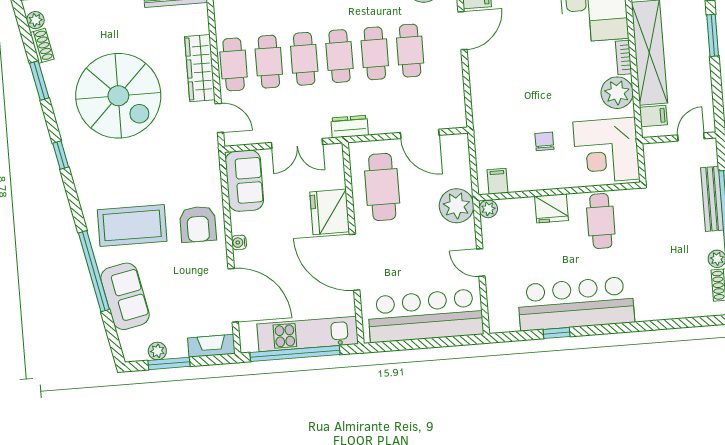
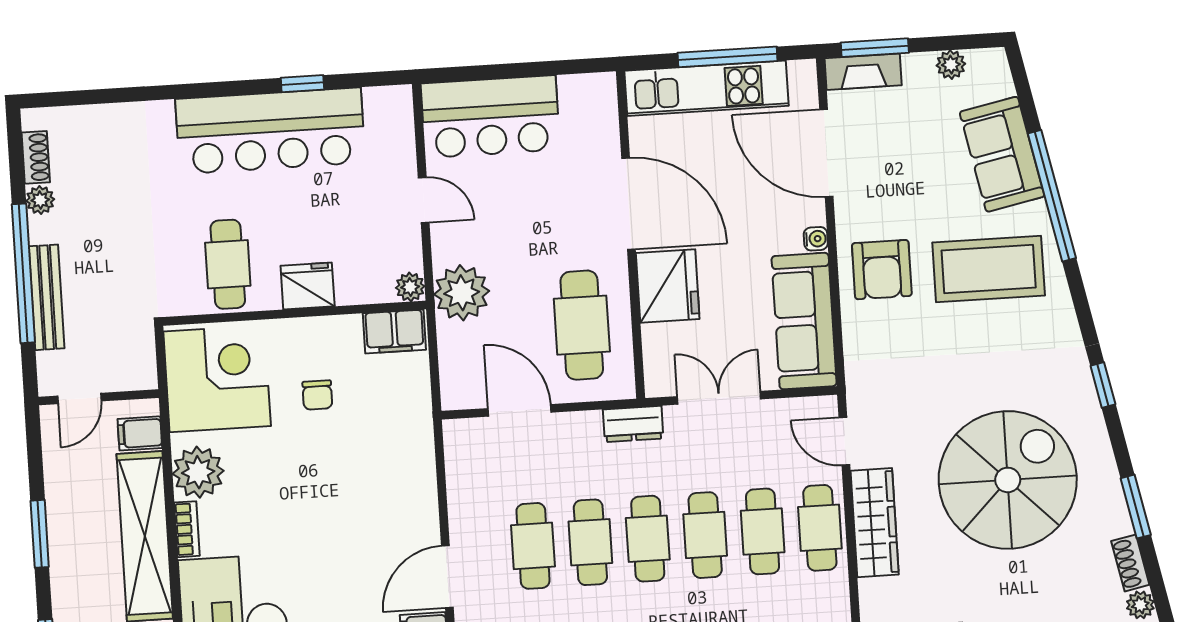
window: (713, 35) -> (40, 534), moved
spiral stairs: (118, 96) -> (1008, 480), turned 90
sofa: (244, 181) -> (804, 321), width x1.36
filing cabinet: (498, 181) -> (394, 331), width x2.00
armchair: (198, 224) -> (882, 270), turned 180
bar counter: (425, 316) -> (490, 117), width x0.73
window: (295, 354) -> (728, 57), width x0.68
window: (169, 363) -> (875, 48), moved

